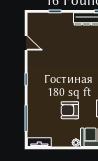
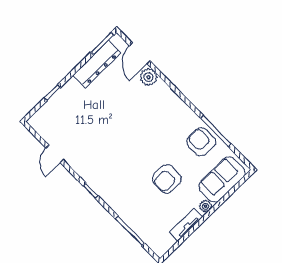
door: (26, 43) -> (54, 154), swing flipped
tv unit: (39, 142) -> (186, 225), moved

